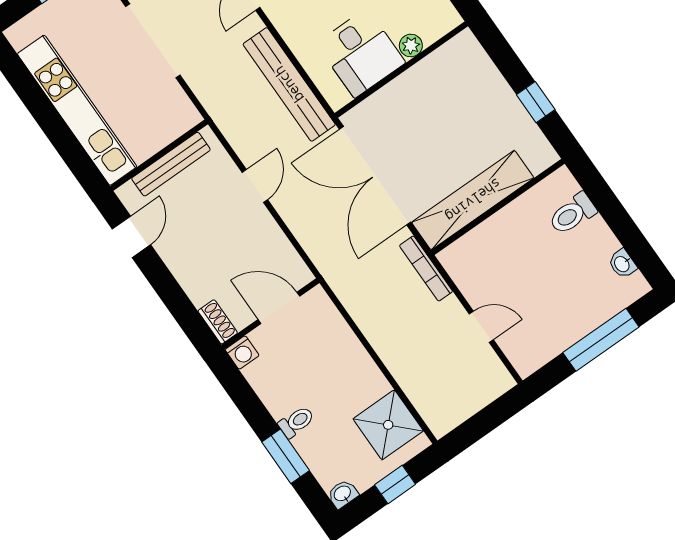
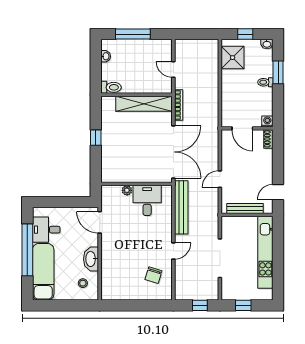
shelving: (473, 200) -> (144, 104), moved
wall: (498, 207) -> (137, 95), moved

